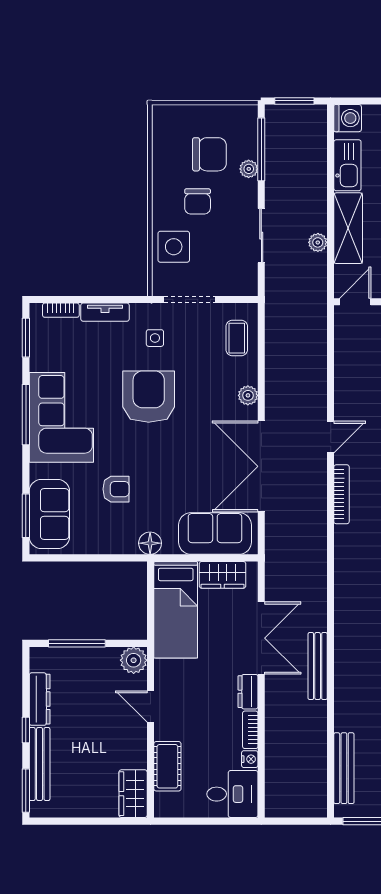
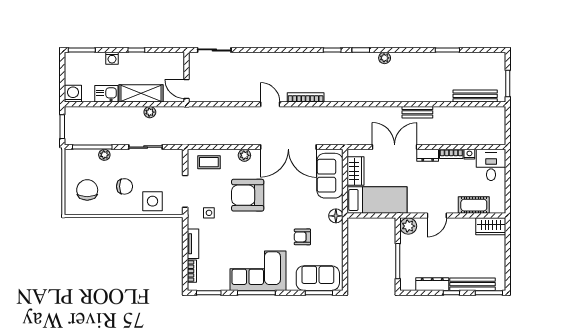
chair: (209, 154) -> (87, 190), moved
kitchen sink: (347, 165) -> (106, 94), width x0.73
armchair: (149, 397) -> (248, 195), moved
armchair: (116, 489) -> (302, 237), turned -90
bench: (318, 666) -> (417, 112), width x0.73

